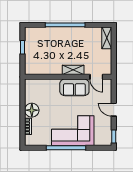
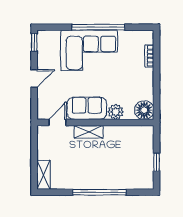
door: (96, 77) -> (57, 122), hinge flipped
plant: (53, 85) -> (116, 112), added
floor lamp: (32, 110) -> (144, 110), moved
door: (114, 110) -> (34, 78), hinge flipped

